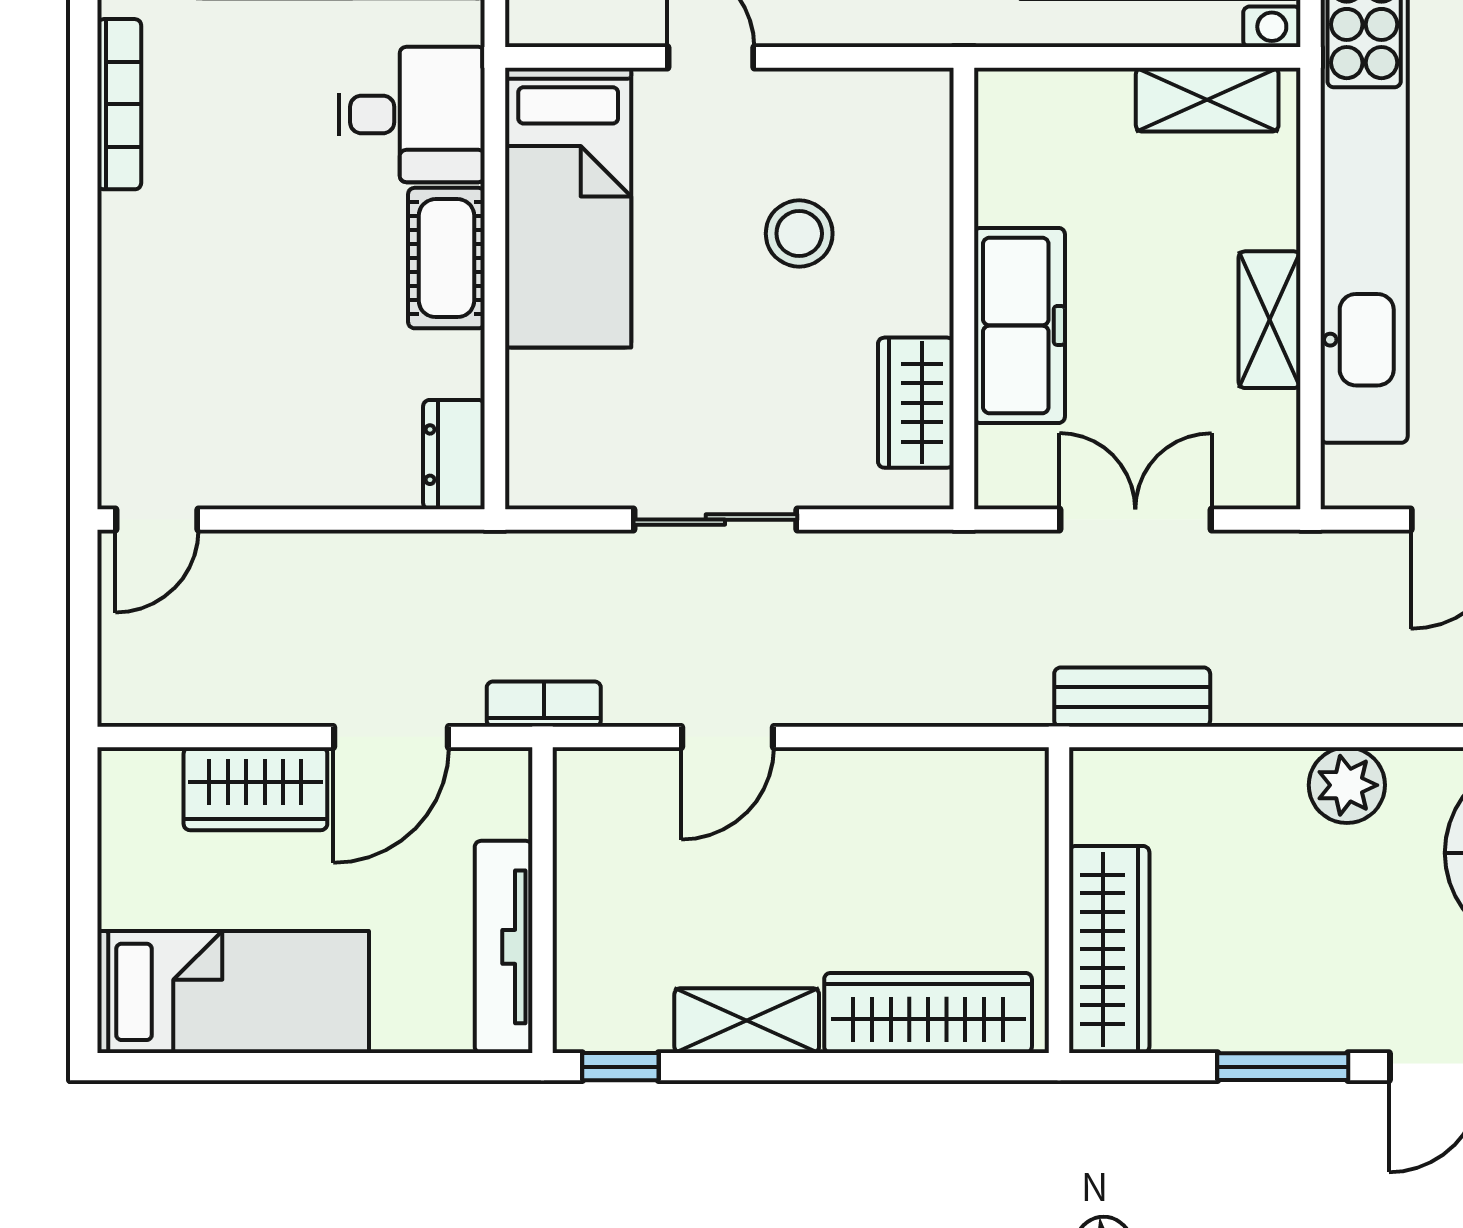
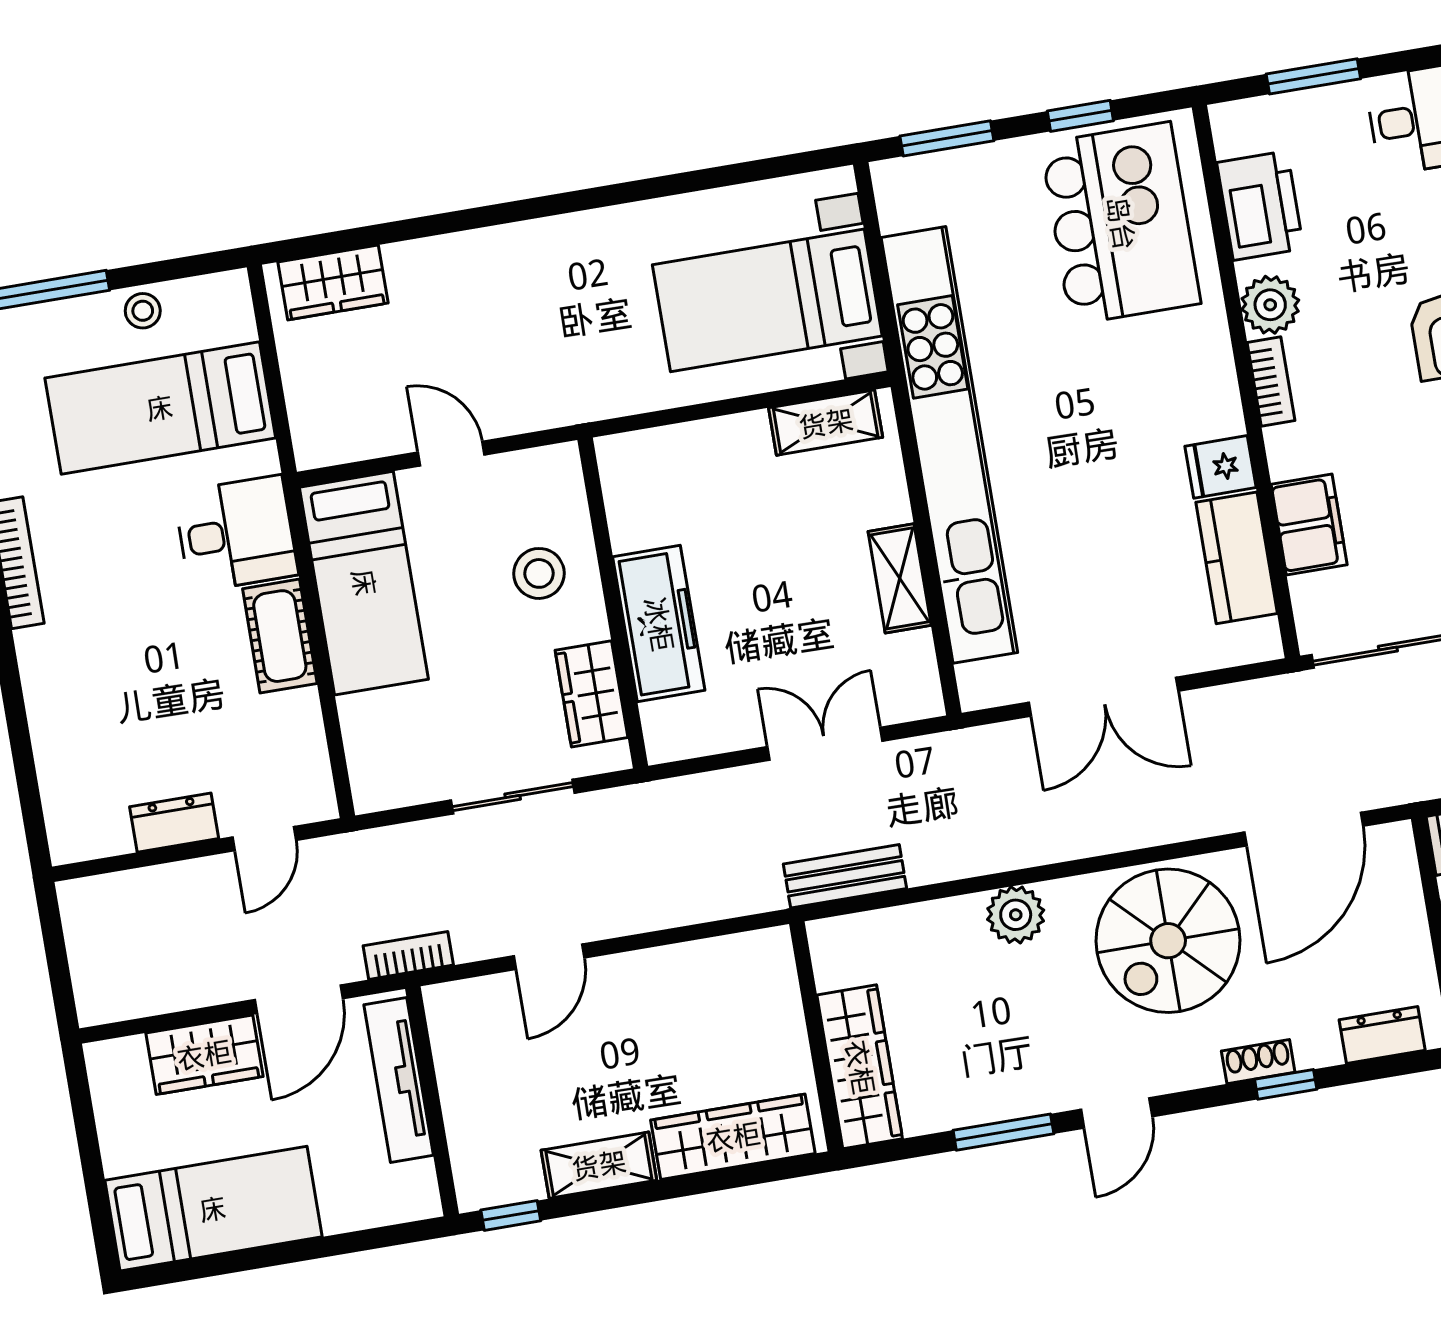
wall: (964, 288) -> (613, 603), moved
freezer: (1019, 325) -> (659, 624), moved
wardrobe: (916, 403) -> (591, 694), moved
dresser: (454, 455) -> (174, 823), moved, turned 90
door: (157, 520) -> (264, 839), moved
tv unit: (504, 947) -> (399, 1080), moved

